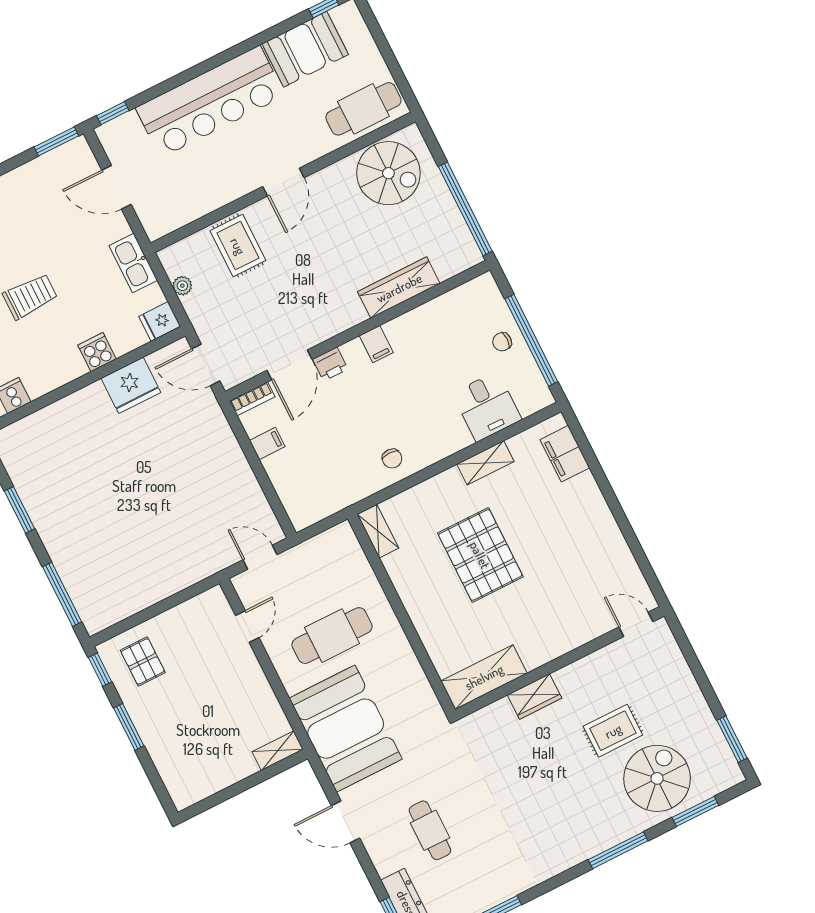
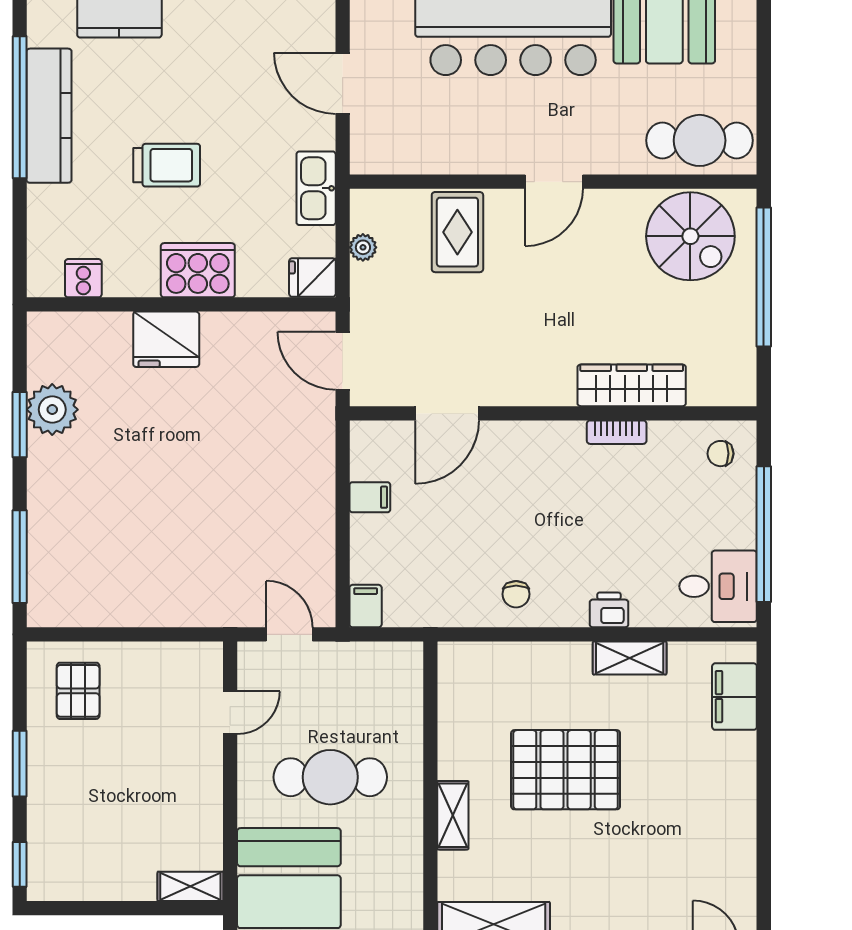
window: (465, 209) -> (764, 277), moved
chair: (502, 342) -> (721, 454), moved
filing cabinet: (376, 344) -> (366, 606), moved, turned 180
cooker: (97, 352) -> (198, 270), width x1.87, depth x1.31
printer: (330, 364) -> (609, 610), moved, turned 180
fridge: (131, 385) -> (166, 339), moved
bookcase: (252, 399) -> (617, 432), moved
desk: (487, 406) -> (718, 586), moved, turned -90
plant: (36, 490) -> (52, 410), added
shelving: (378, 531) -> (453, 815), moved
pallet: (480, 555) -> (566, 770), turned 90
window: (100, 670) -> (20, 864), moved

